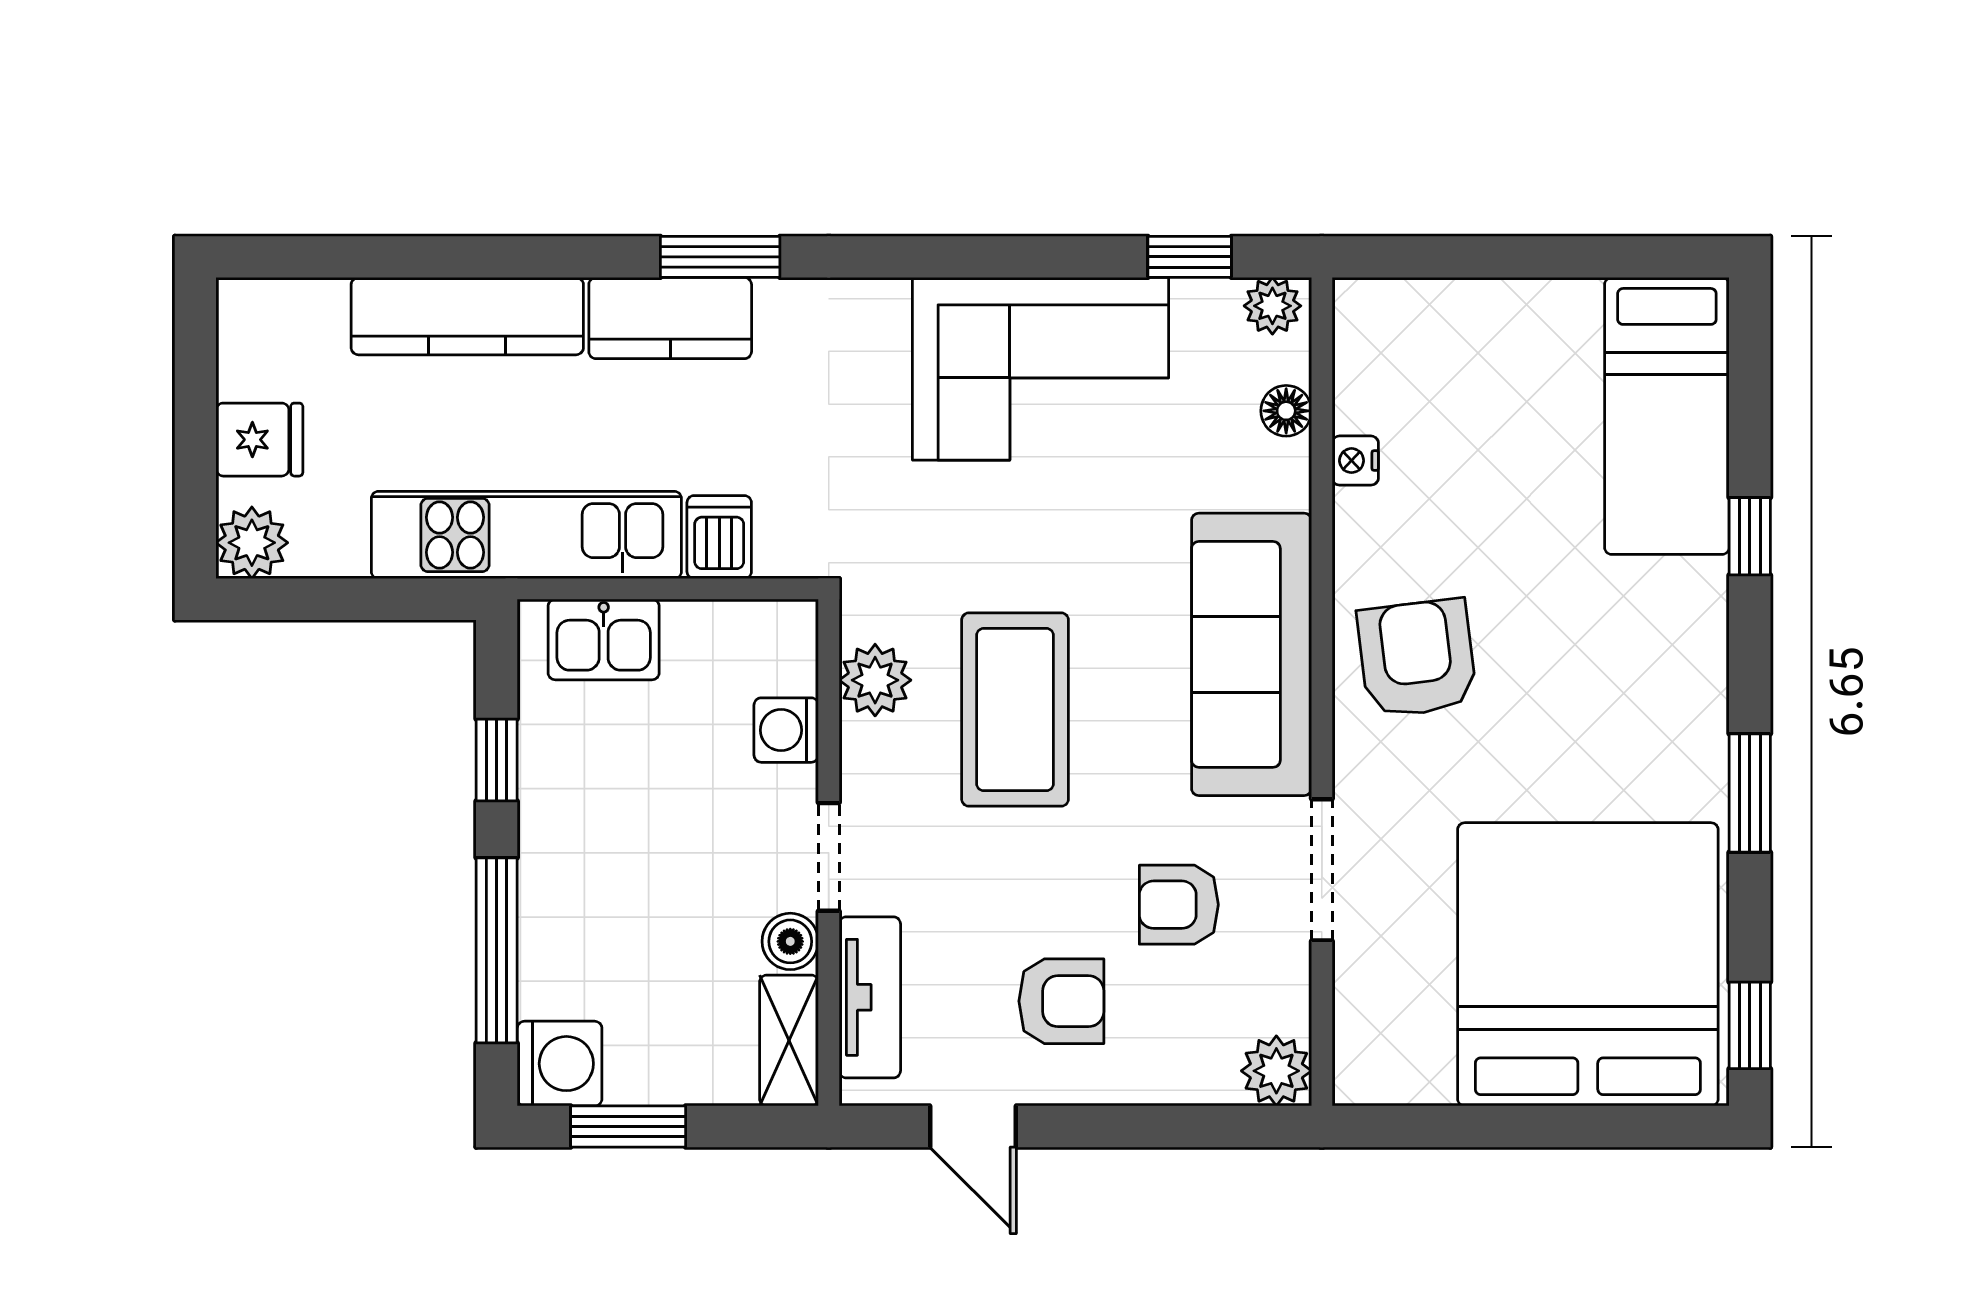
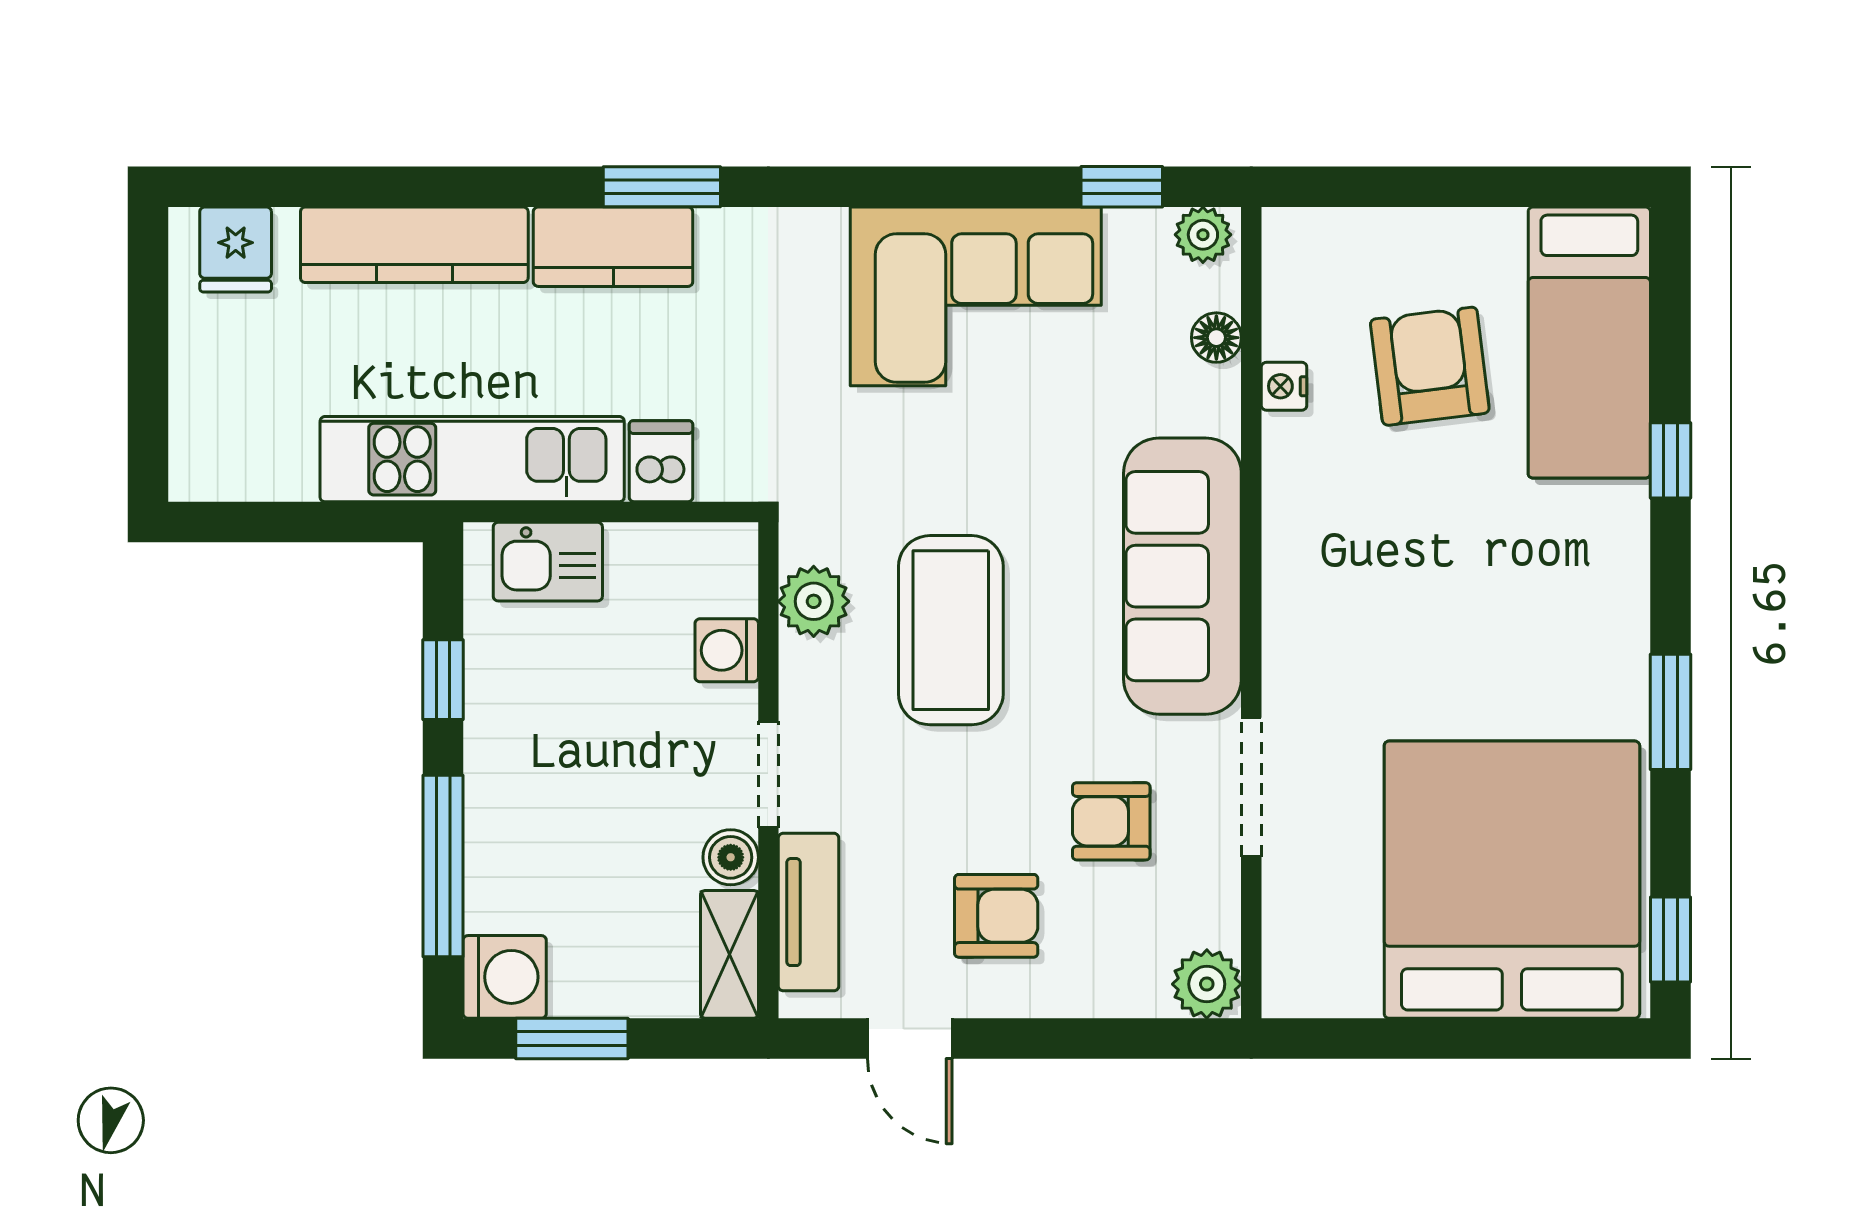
fridge: (259, 440) -> (236, 249), moved, turned 90
plant: (252, 543) -> (203, 467), removed
armchair: (1417, 658) -> (1430, 366), moved

